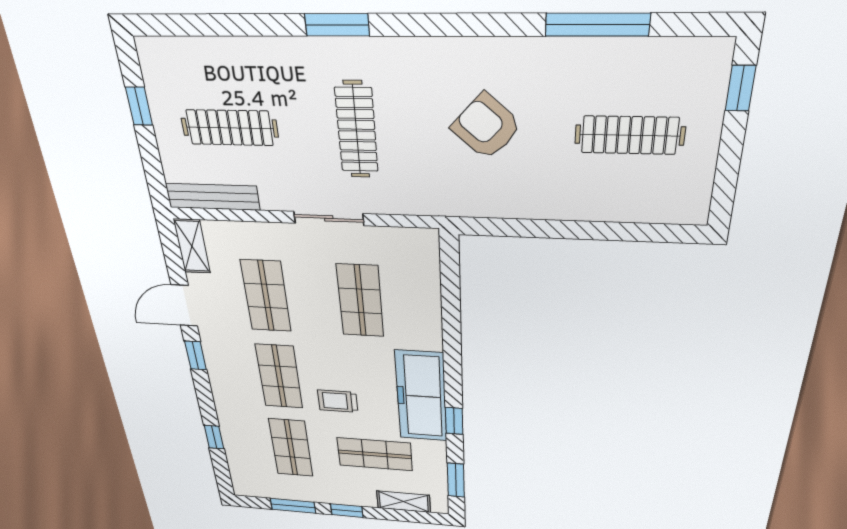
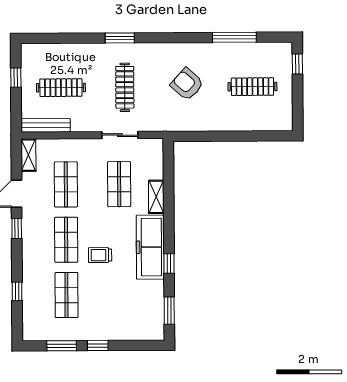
sliding door: (329, 218) -> (120, 135), moved
shop shelf: (375, 454) -> (120, 295), removed
shelving: (404, 502) -> (156, 197), moved, turned 90

